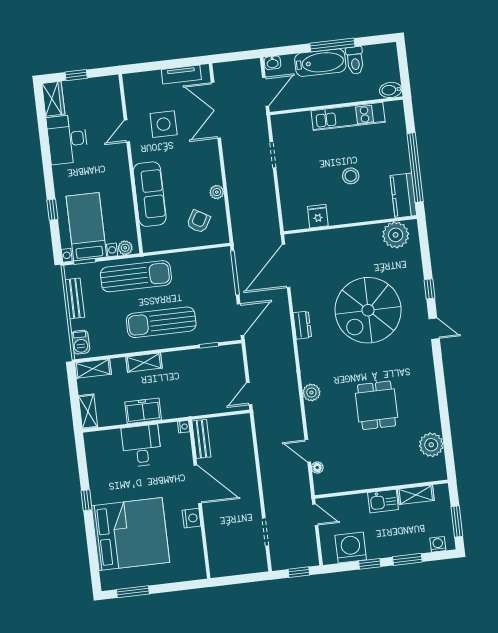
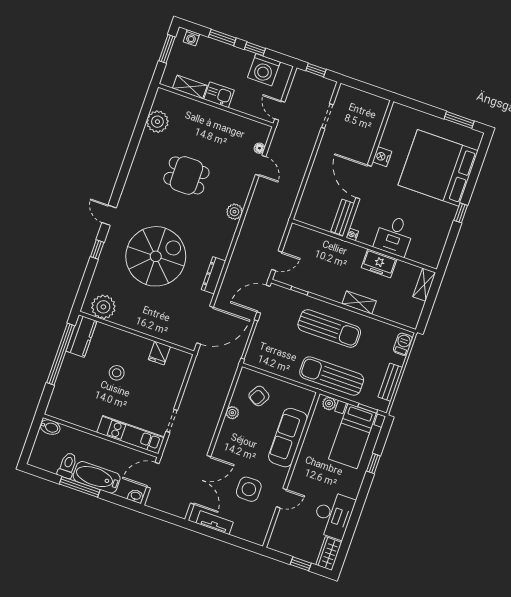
kitchen unit: (348, 116) -> (131, 435), moved
dresser: (302, 325) -> (213, 275), width x1.44
shelving: (93, 369) -> (403, 318), removed
door: (249, 394) -> (277, 261), moved
dining table: (377, 405) -> (186, 175), turned 90

